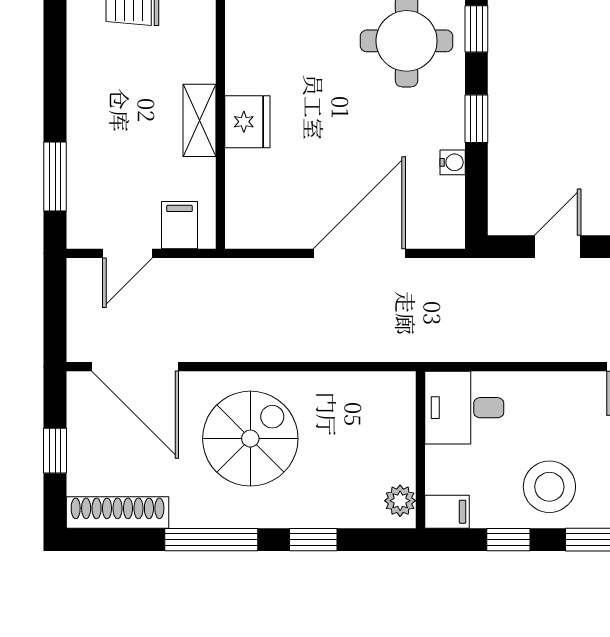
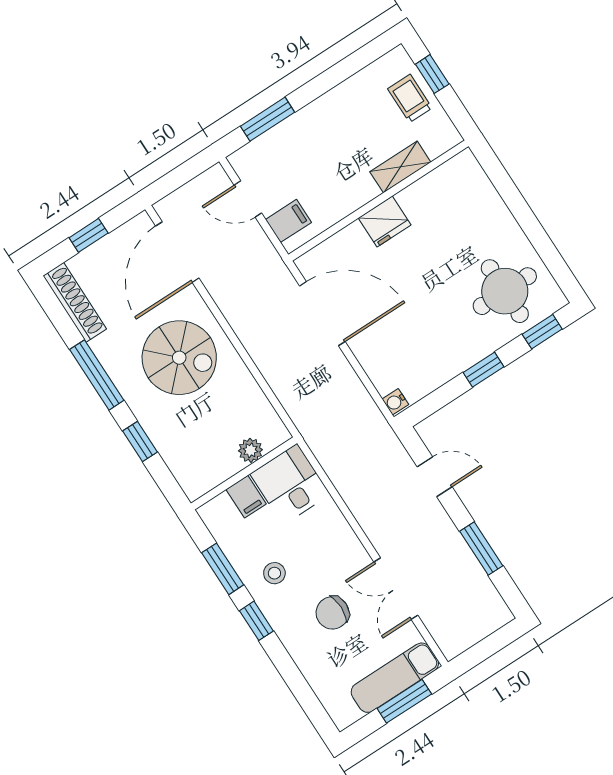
shelving: (200, 120) -> (400, 167), moved
water cooler: (453, 162) -> (395, 402), moved, turned 90
door: (359, 253) -> (322, 314), moved
stool: (549, 487) -> (274, 573), width x0.53, depth x0.53
plant: (400, 501) -> (250, 450), moved
filing cabinet: (447, 512) -> (246, 497), moved
window: (508, 540) -> (223, 569), width x1.50

